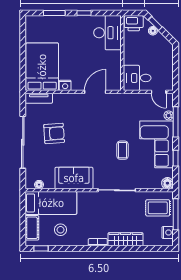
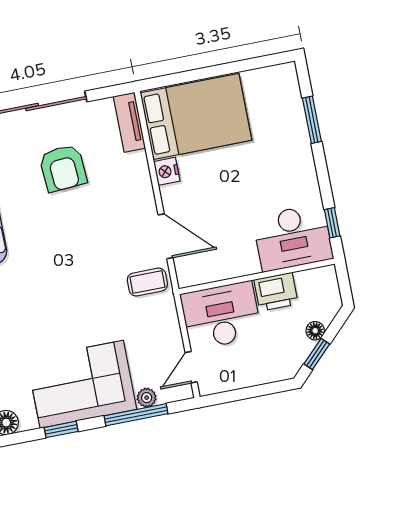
window: (84, 13) -> (332, 223), moved
printer: (134, 23) -> (276, 292), moved, turned -90
window: (155, 24) -> (317, 354), moved
desk: (137, 78) -> (221, 315), width x1.37
coffee table: (123, 150) -> (147, 282), moved

